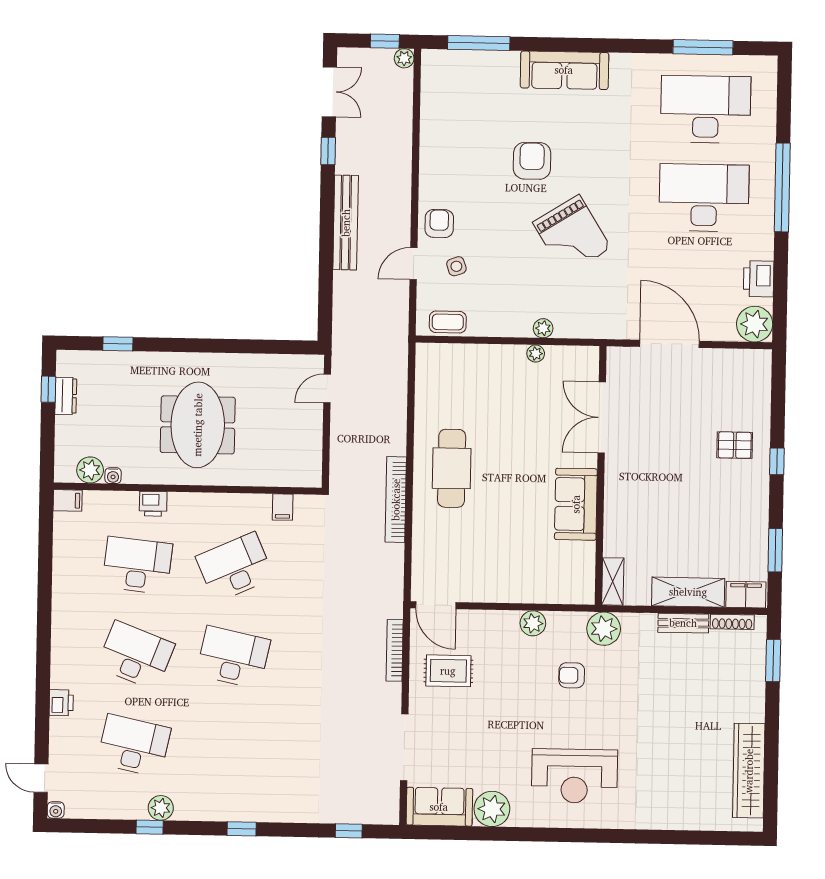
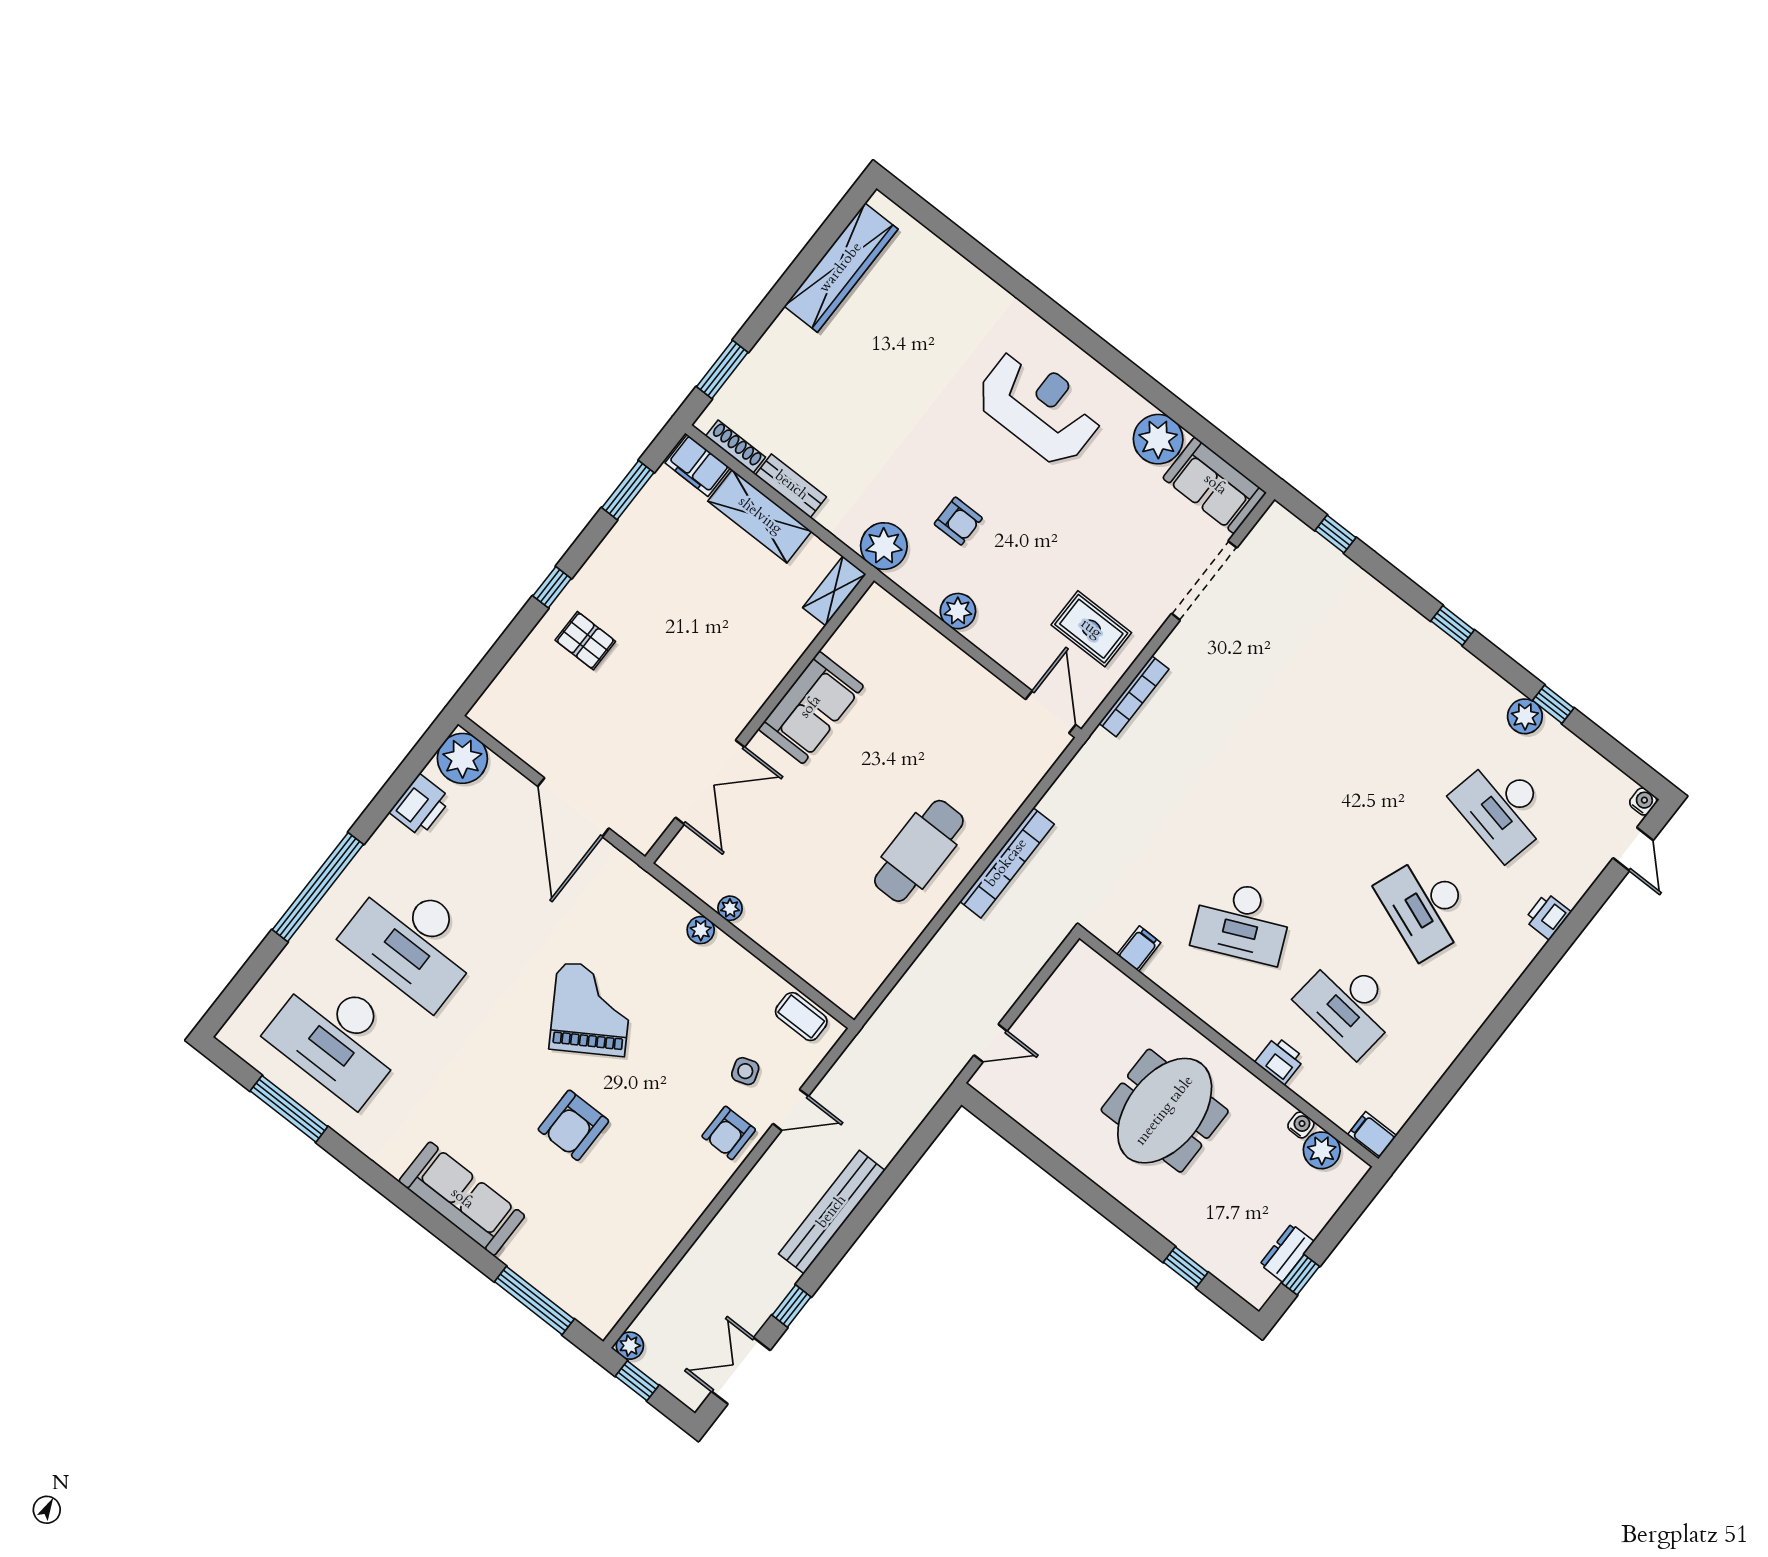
desk: (233, 657) -> (1319, 823), removed

